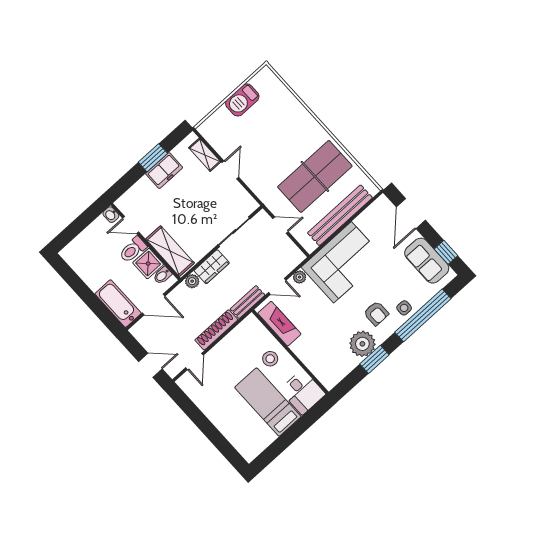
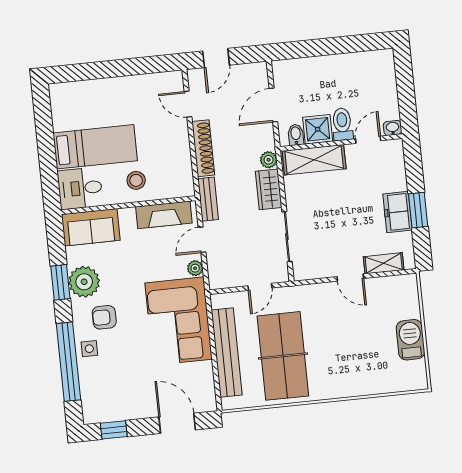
sofa: (427, 261) -> (91, 227), moved, turned 180
bathtub: (118, 304) -> (300, 71), removed

